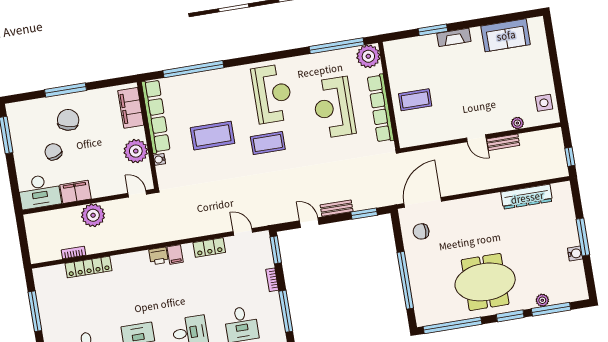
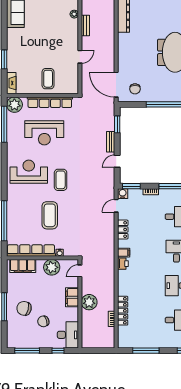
fireplace: (454, 37) -> (11, 83), moved
door: (476, 138) -> (80, 57), moved
window: (14, 181) -> (58, 351), added
filing cabinet: (75, 192) -> (72, 297), moved
water cooler: (262, 238) -> (123, 194), added

